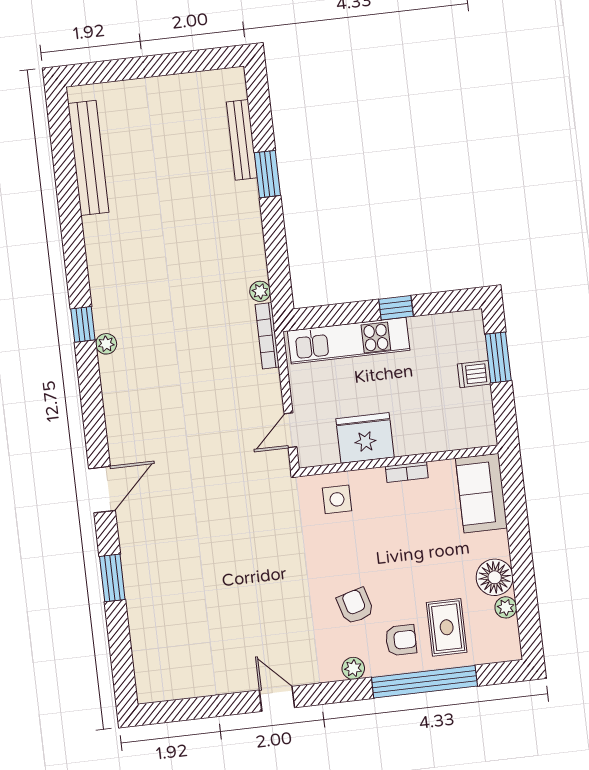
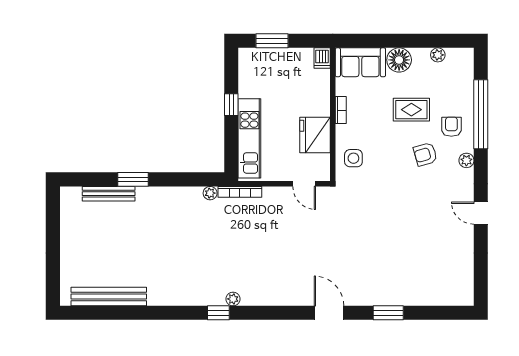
dishwasher: (474, 374) -> (322, 58), moved
floor lamp: (495, 577) -> (399, 60), moved
rug: (447, 627) -> (411, 110), moved
door: (277, 699) -> (481, 213), hinge flipped

